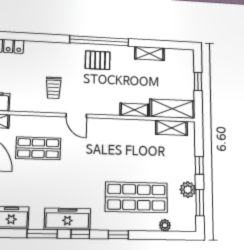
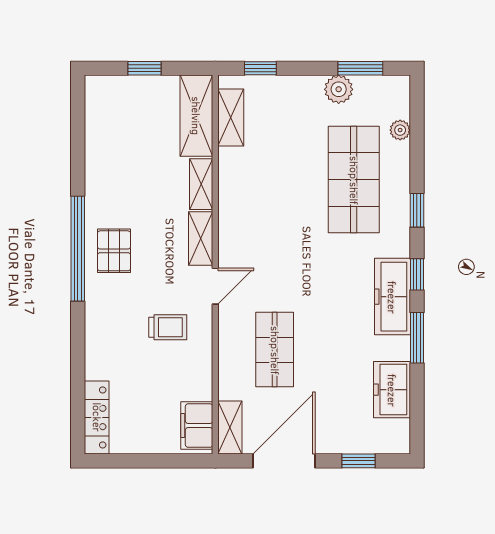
shelving: (149, 53) -> (201, 238), moved
window: (199, 165) -> (260, 68), moved

